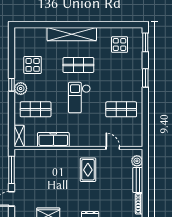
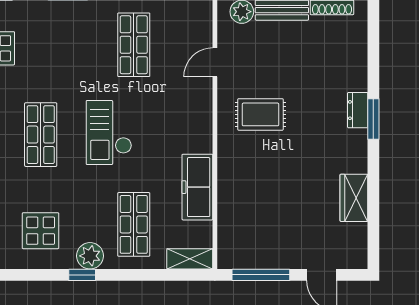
checkout: (79, 98) -> (109, 133), turned 90

